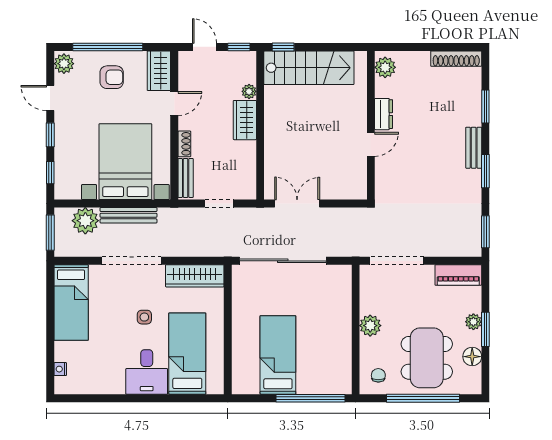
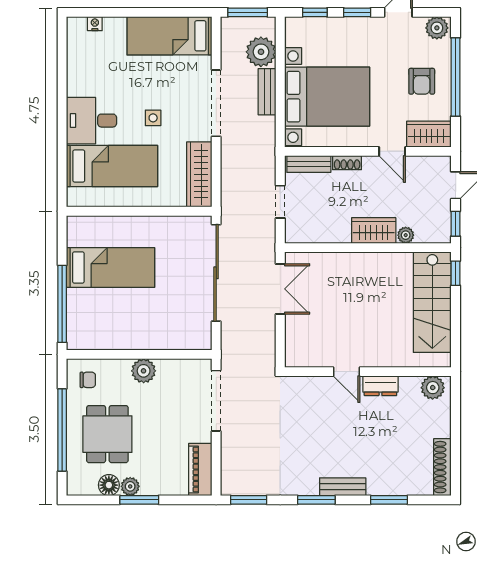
bench: (129, 215) -> (267, 92), width x0.73
plant: (473, 322) -> (130, 486), moved
dining table: (427, 358) -> (107, 434), width x0.73

